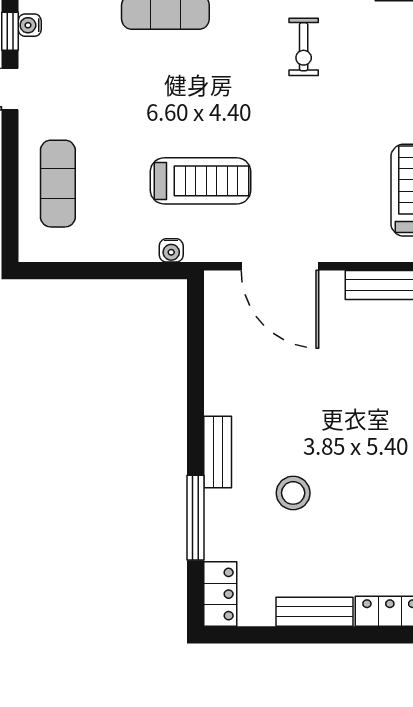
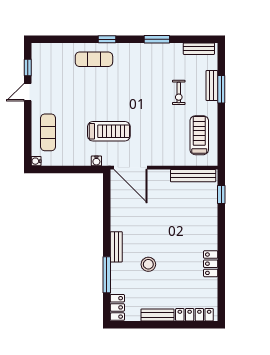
water cooler: (30, 25) -> (36, 161), moved
exercise bike: (304, 47) -> (179, 92), moved
door: (280, 266) -> (130, 168), moved

